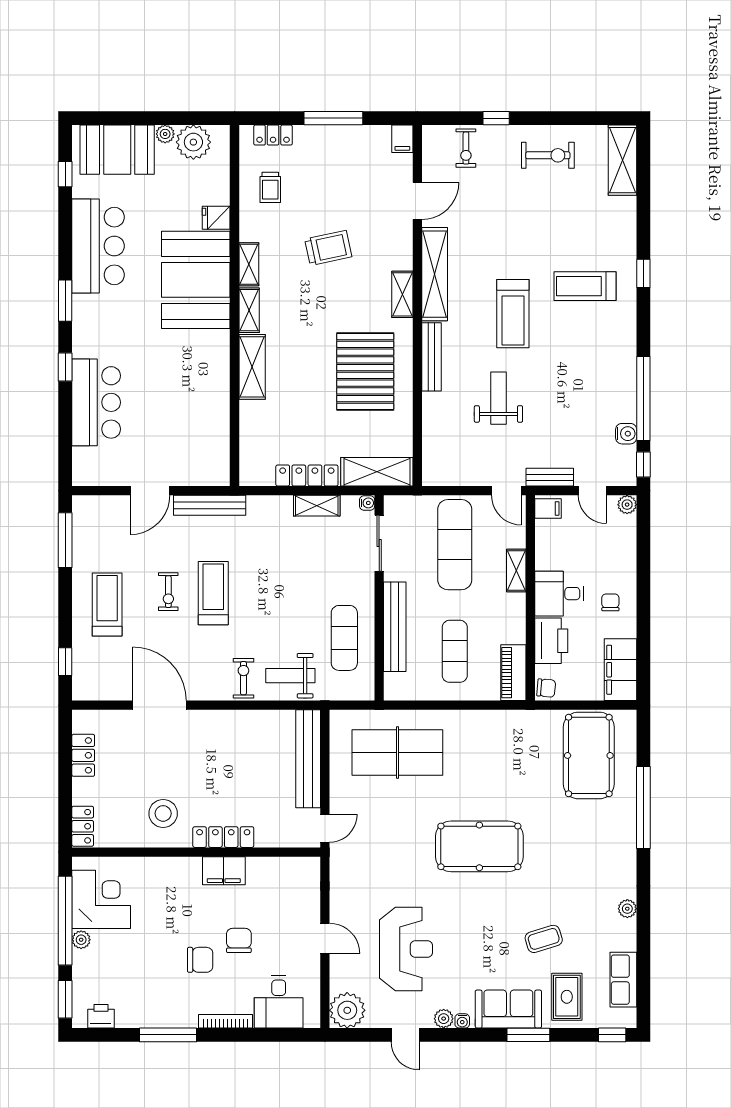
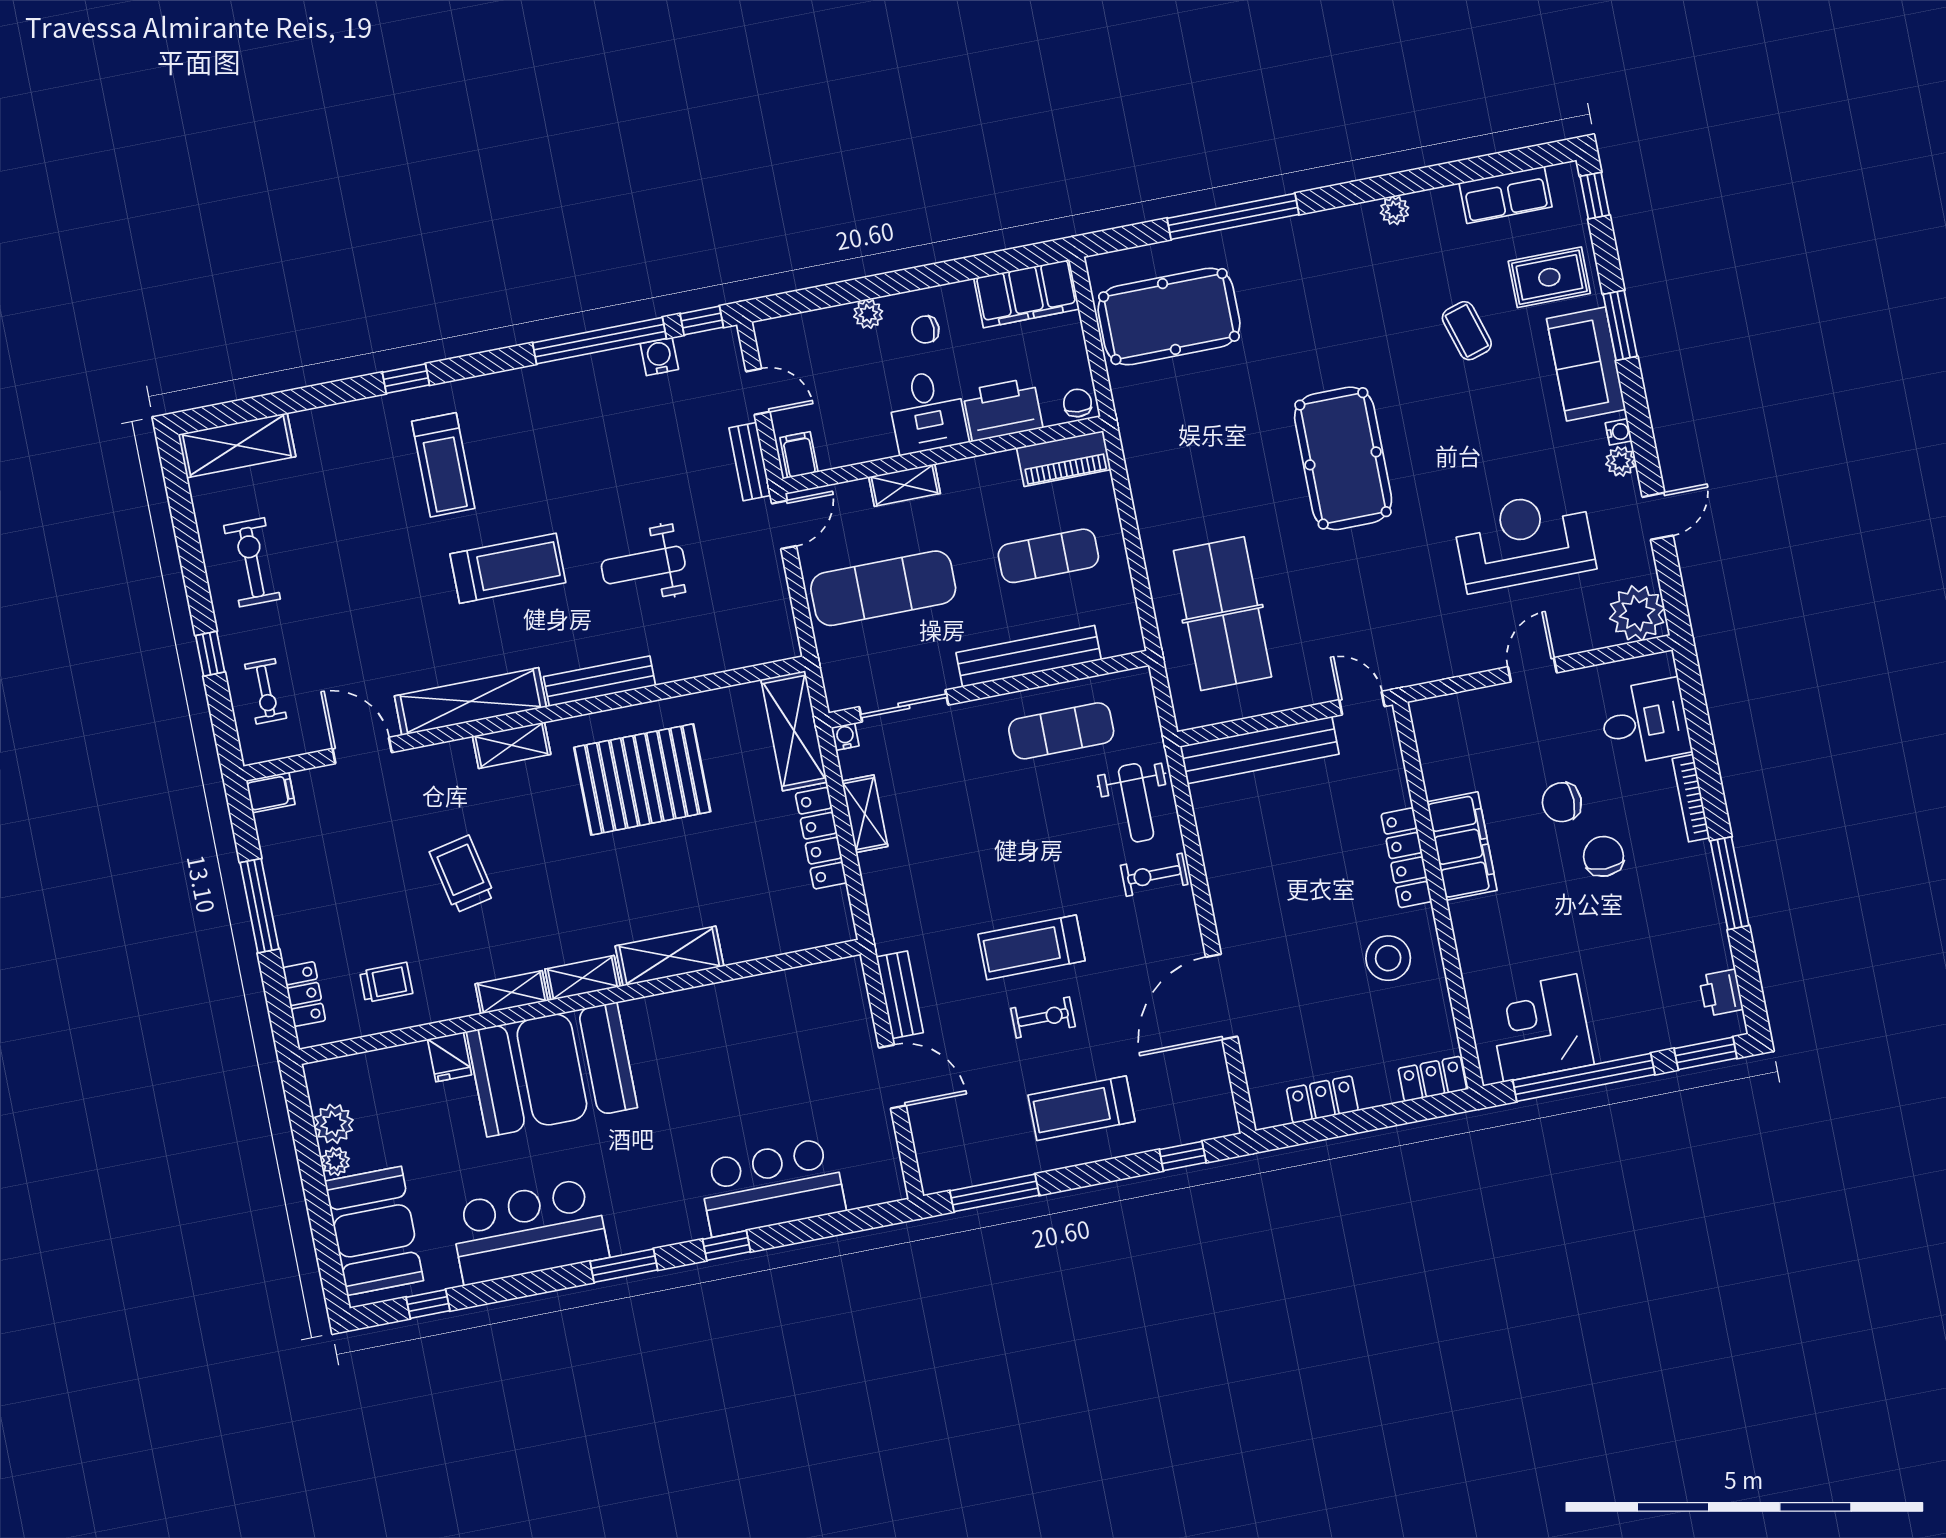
plant: (193, 142) -> (334, 1124), width x0.73, depth x0.73
exercise bike: (466, 148) -> (266, 691), turned 90
door: (592, 491) -> (758, 392), hinge flipped
bench: (210, 505) -> (900, 995), width x0.73
plant: (627, 505) -> (868, 314), moved
filing cabinet: (224, 871) -> (1462, 846), width x1.50, depth x1.17
plant: (81, 940) -> (1609, 1047), removed

